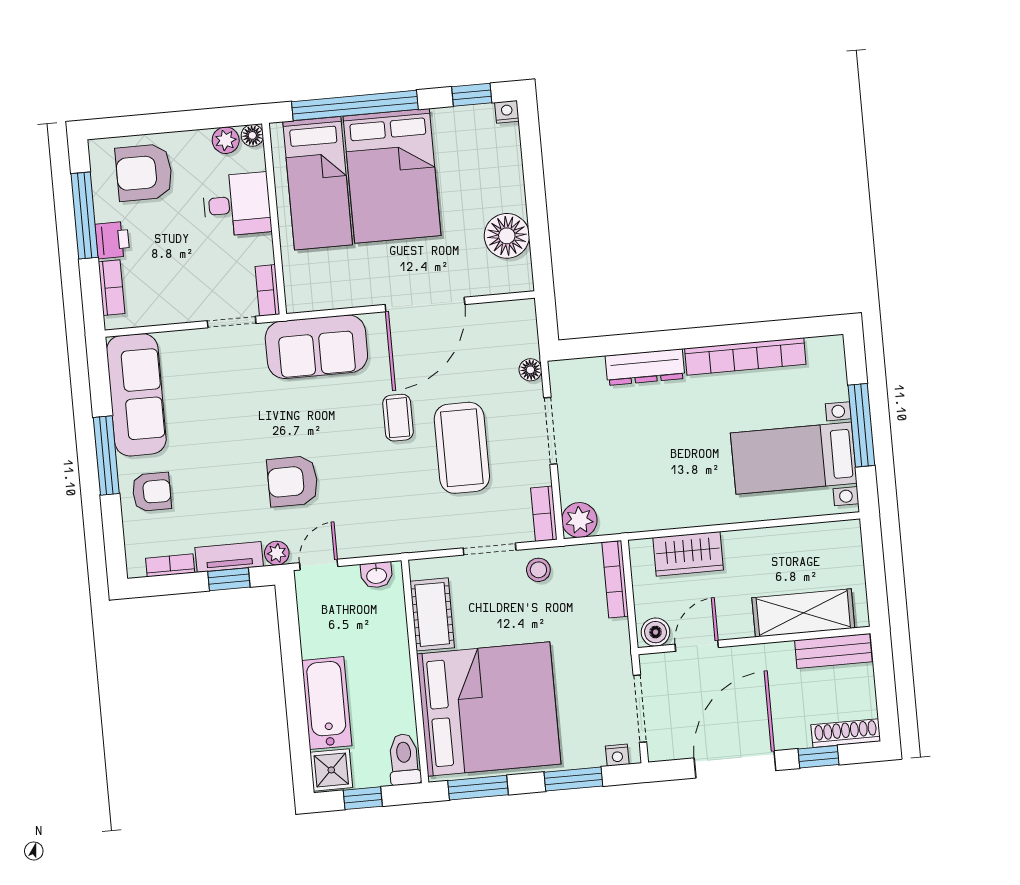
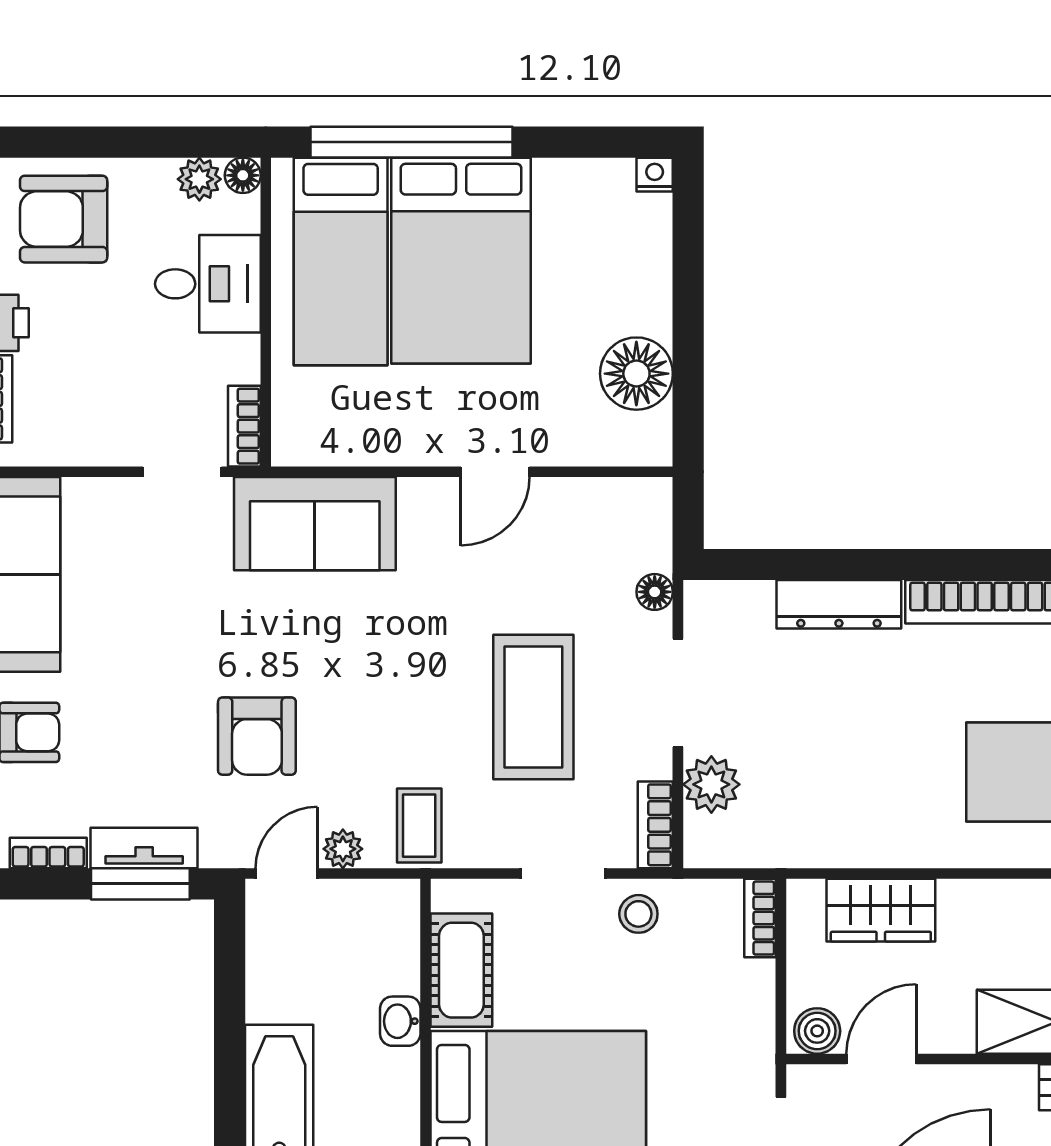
window: (472, 95) -> (601, 142), removed
door: (425, 304) -> (495, 472), width x0.53
coffee table: (398, 418) -> (419, 826), moved
armchair: (293, 481) -> (257, 736), turned -90
plant: (579, 520) -> (711, 784), moved
plant: (277, 553) -> (343, 849), moved
washbasin: (377, 575) -> (400, 1021), moved, turned 90
window: (229, 579) -> (140, 884), width x1.50
bookcase: (615, 579) -> (760, 918), width x0.64

